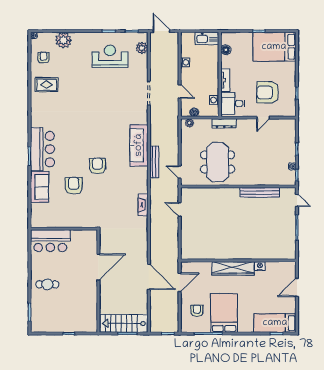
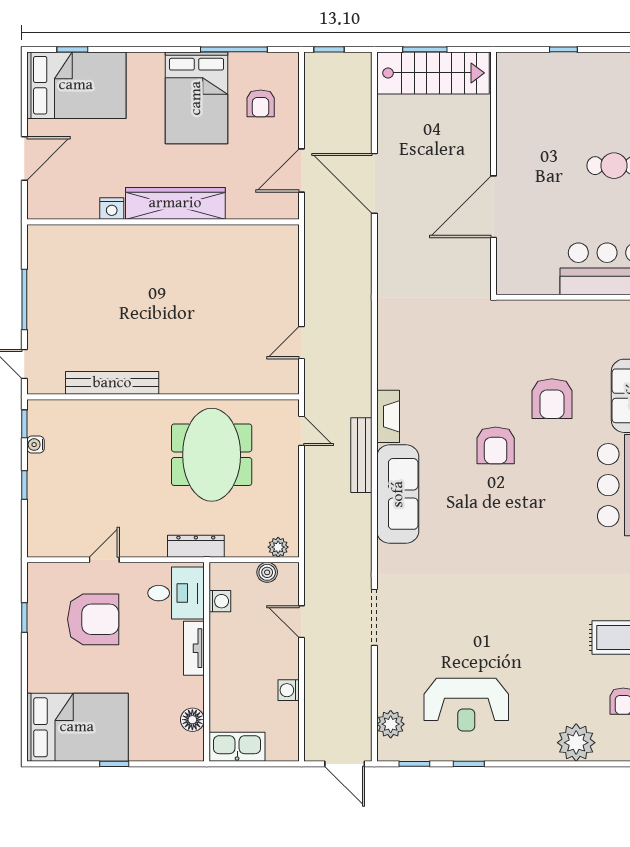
fireplace: (143, 205) -> (388, 416), moved
door: (180, 209) -> (301, 343), swing flipped
bed: (275, 323) -> (76, 85), width x1.50

